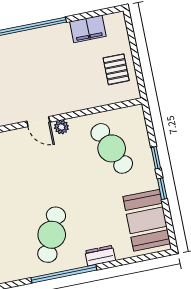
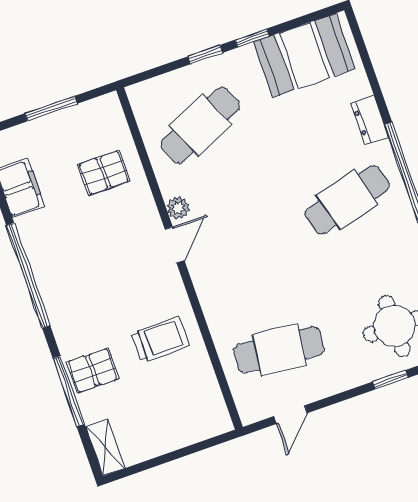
window: (135, 56) -> (51, 109), added
pallet: (116, 69) -> (104, 173), moved
cafe table: (52, 235) -> (347, 200), turned -39

